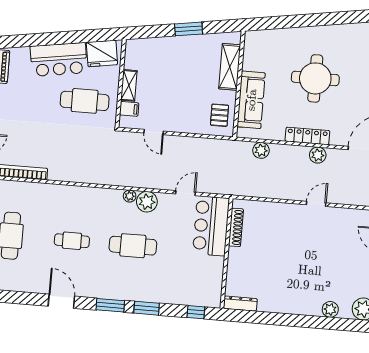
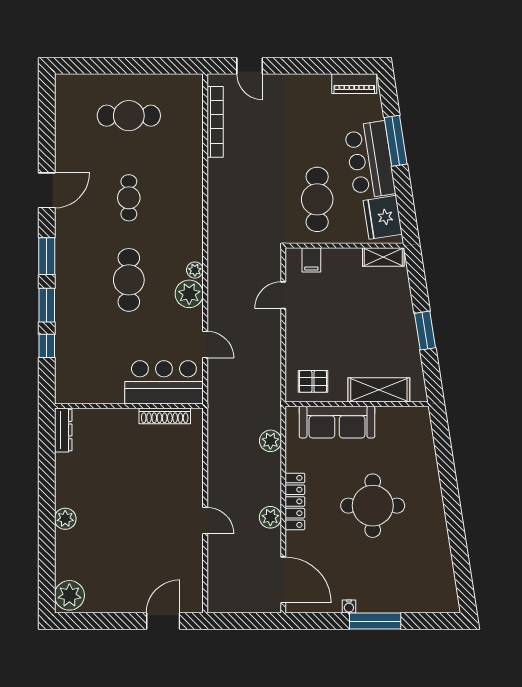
window: (46, 39) -> (396, 141), added
shelving: (129, 85) -> (383, 257), moved
plant: (330, 309) -> (65, 519), moved
window: (196, 312) -> (47, 346), moved

